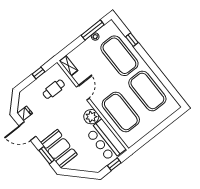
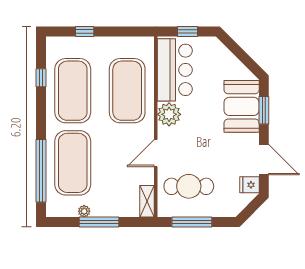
window: (93, 30) -> (99, 222), moved
window: (132, 40) -> (41, 171), width x3.17
window: (38, 73) -> (192, 222), width x2.17
window: (168, 85) -> (41, 78), added
cafe table: (54, 89) -> (189, 186), width x1.37, depth x1.35
window: (164, 124) -> (85, 32), added

